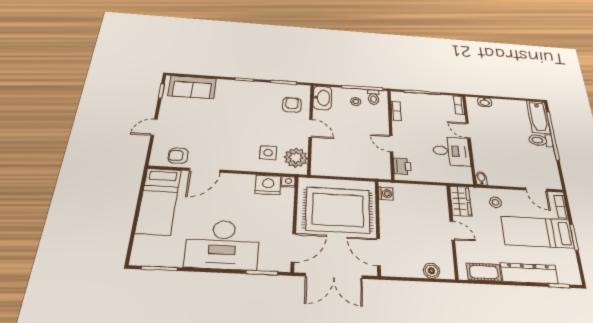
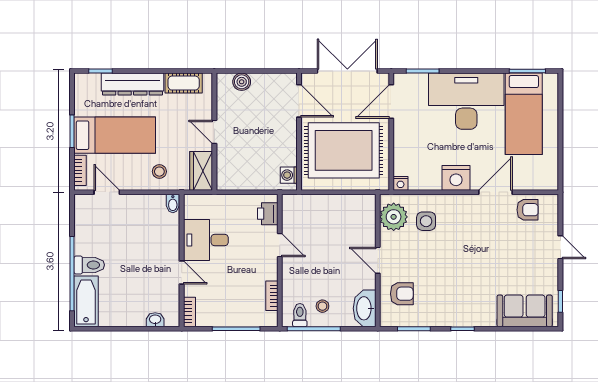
armchair: (292, 105) -> (402, 294), turned -90
door: (154, 127) -> (560, 247), hinge flipped
nightstand: (268, 185) -> (456, 178), moved
bed: (159, 201) -> (524, 114), moved, turned 180

